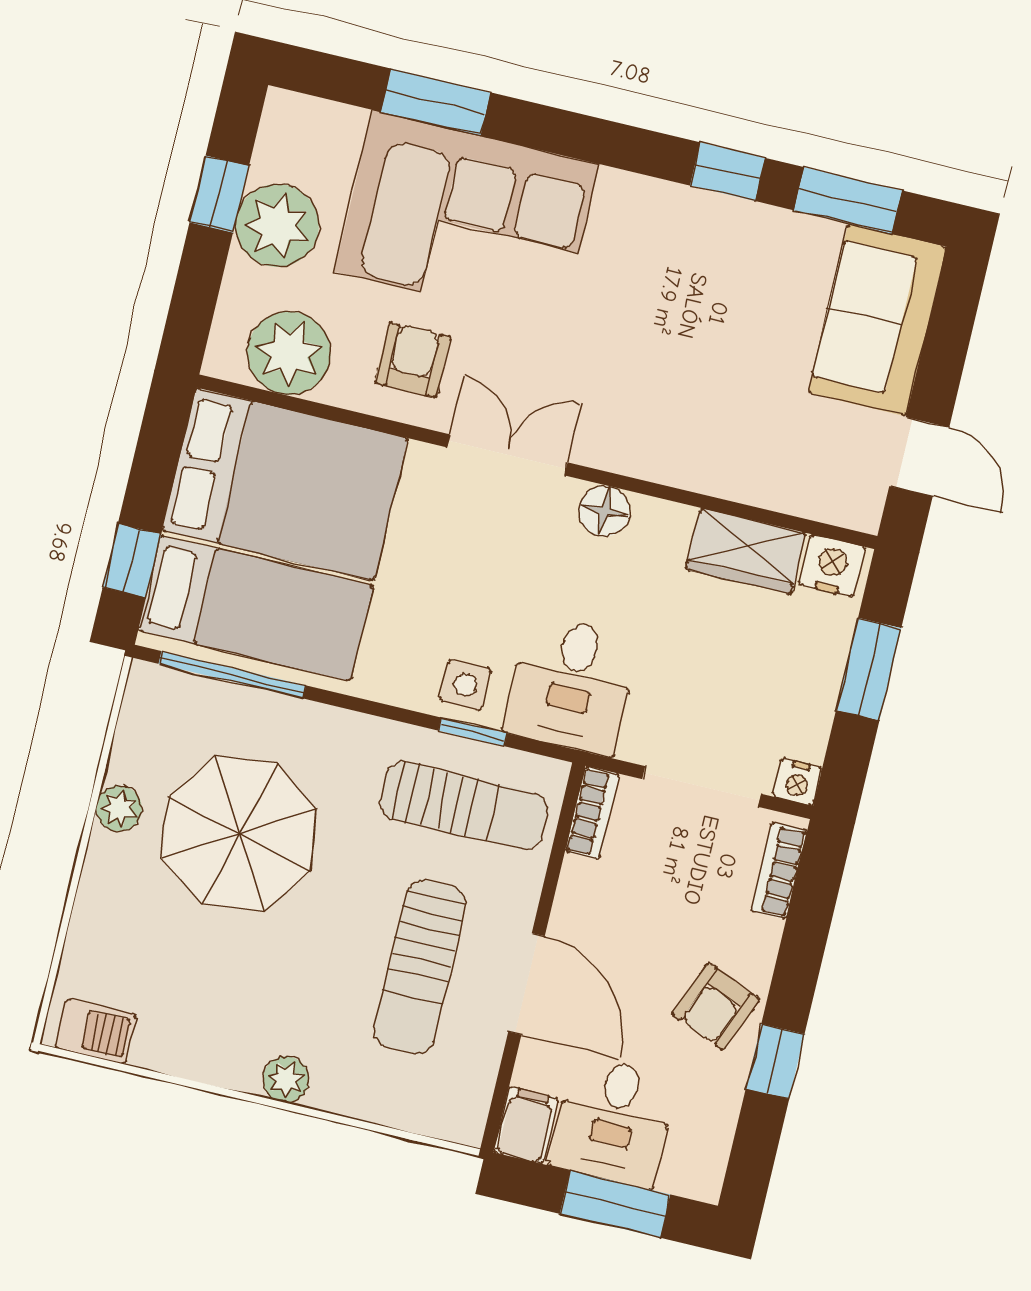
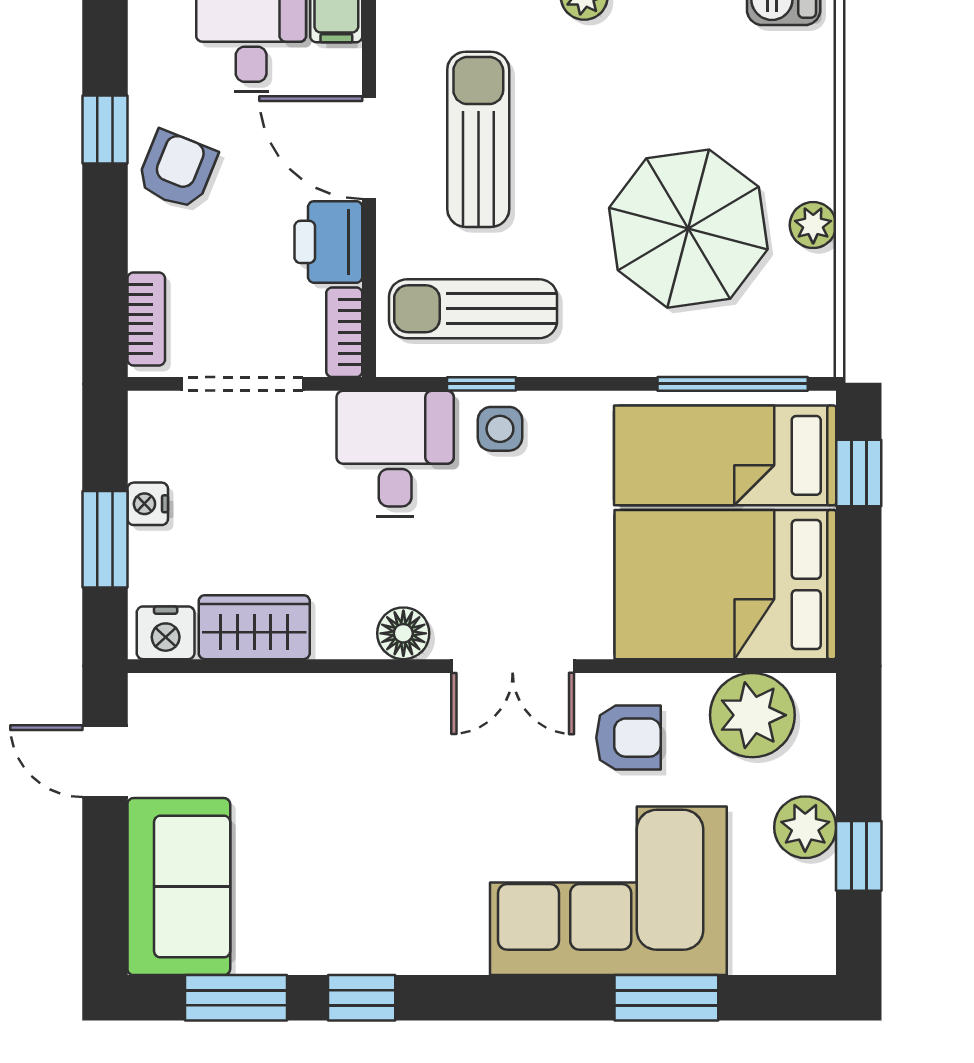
plant: (277, 226) -> (805, 827), width x0.73, depth x0.73
armchair: (413, 360) -> (628, 738), turned -90
nightstand: (797, 782) -> (148, 504), moved, turned -90
printer: (587, 903) -> (328, 242), added

